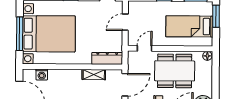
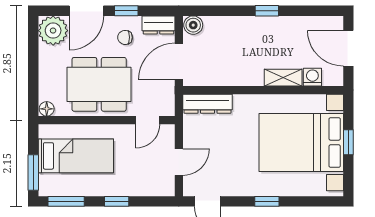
window: (20, 34) -> (348, 142), width x0.46
shelving: (94, 75) -> (283, 78), moved

